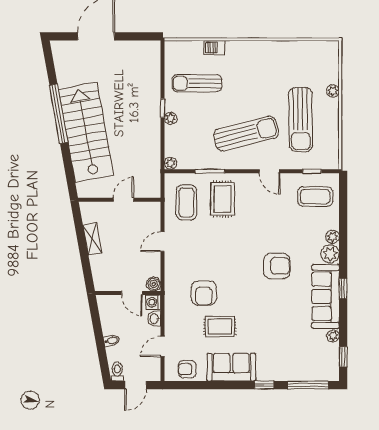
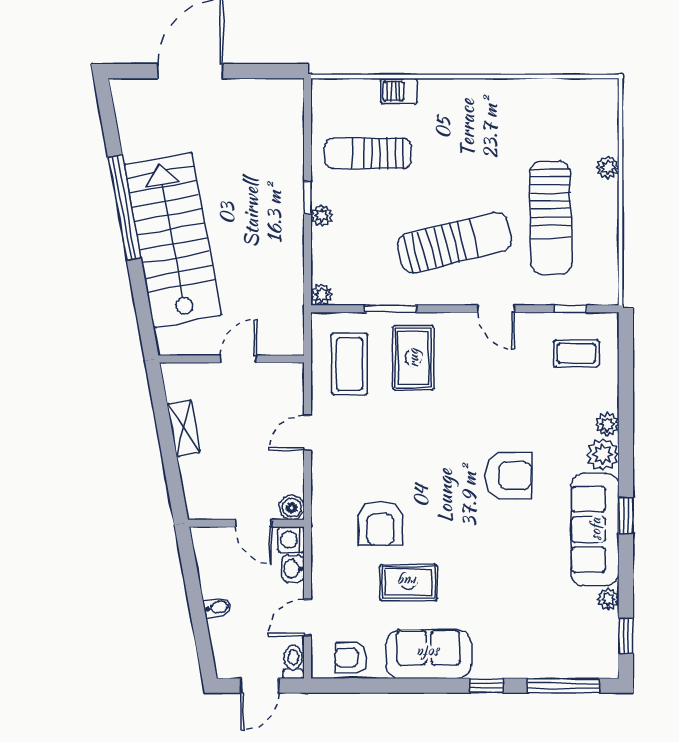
coffee table: (315, 196) -> (576, 353), width x0.73, depth x0.77
toilet: (117, 372) -> (293, 662), moved

